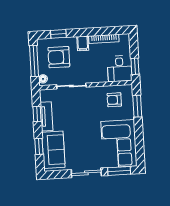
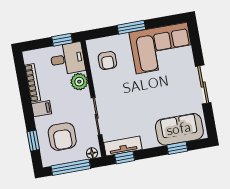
plant: (100, 76) -> (79, 82), added
window: (137, 106) -> (131, 27), moved
window: (37, 114) -> (125, 158), moved
tv unit: (46, 116) -> (123, 146), moved
window: (119, 171) -> (196, 44), removed

